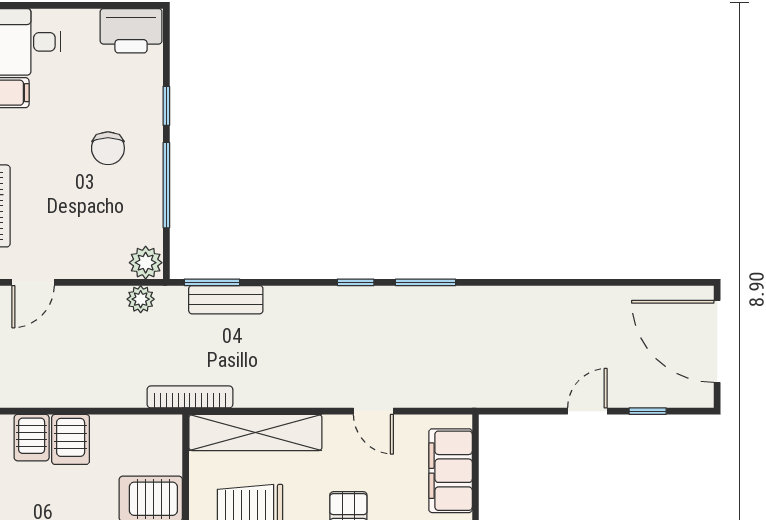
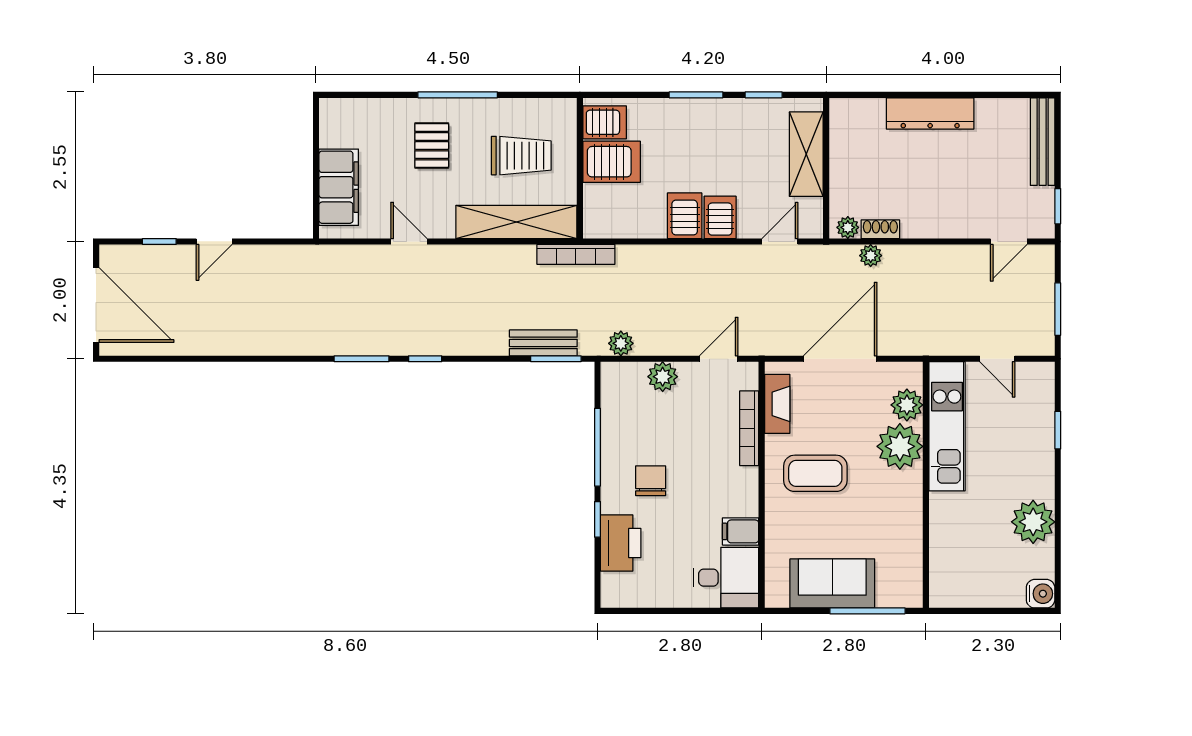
printer: (131, 31) -> (621, 543), moved, turned 90
plant: (146, 263) -> (663, 377), moved

